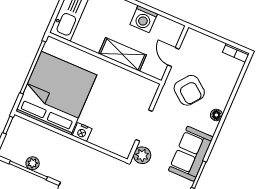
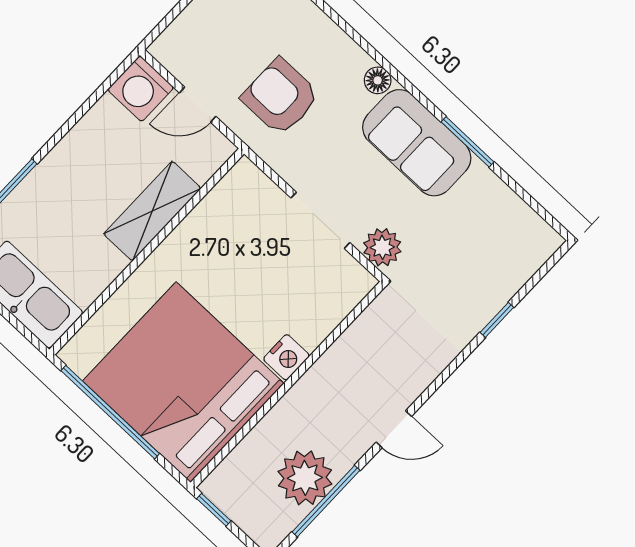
washing machine: (144, 19) -> (141, 89), moved, turned 90
armchair: (189, 90) -> (280, 97), turned -128
floor lamp: (216, 115) -> (378, 80), moved
plant: (33, 163) -> (305, 478), width x1.88, depth x1.88

